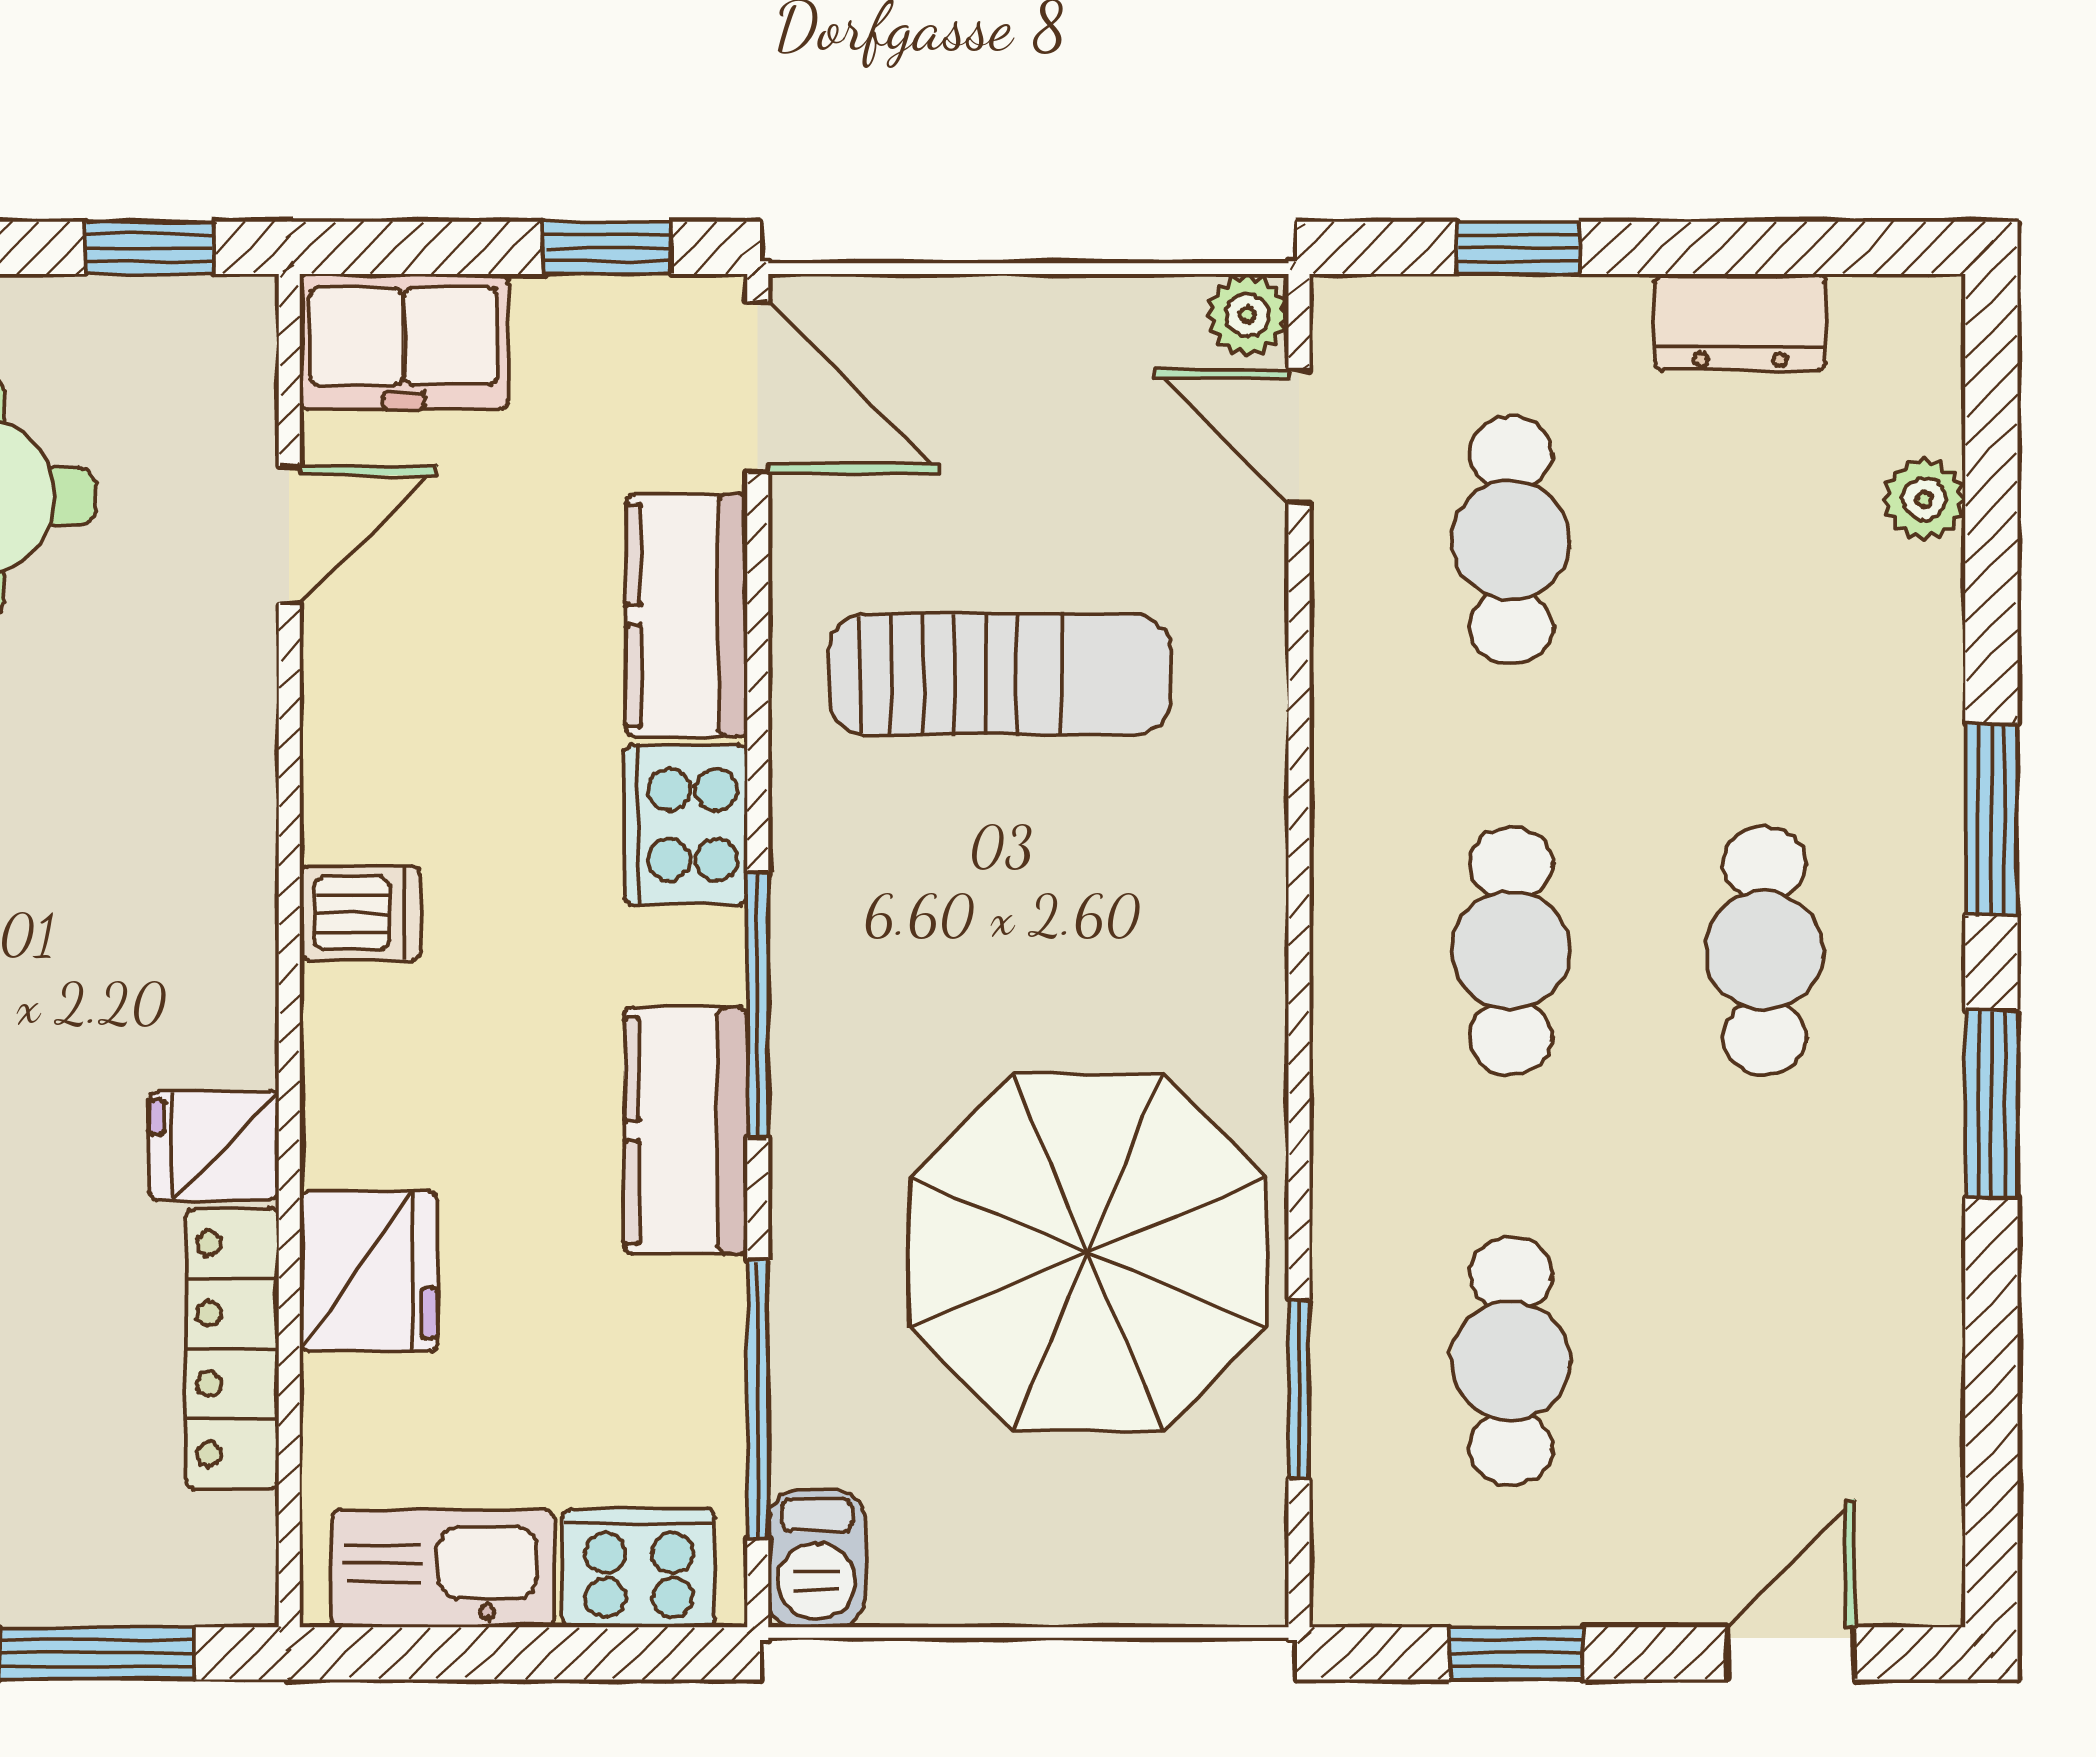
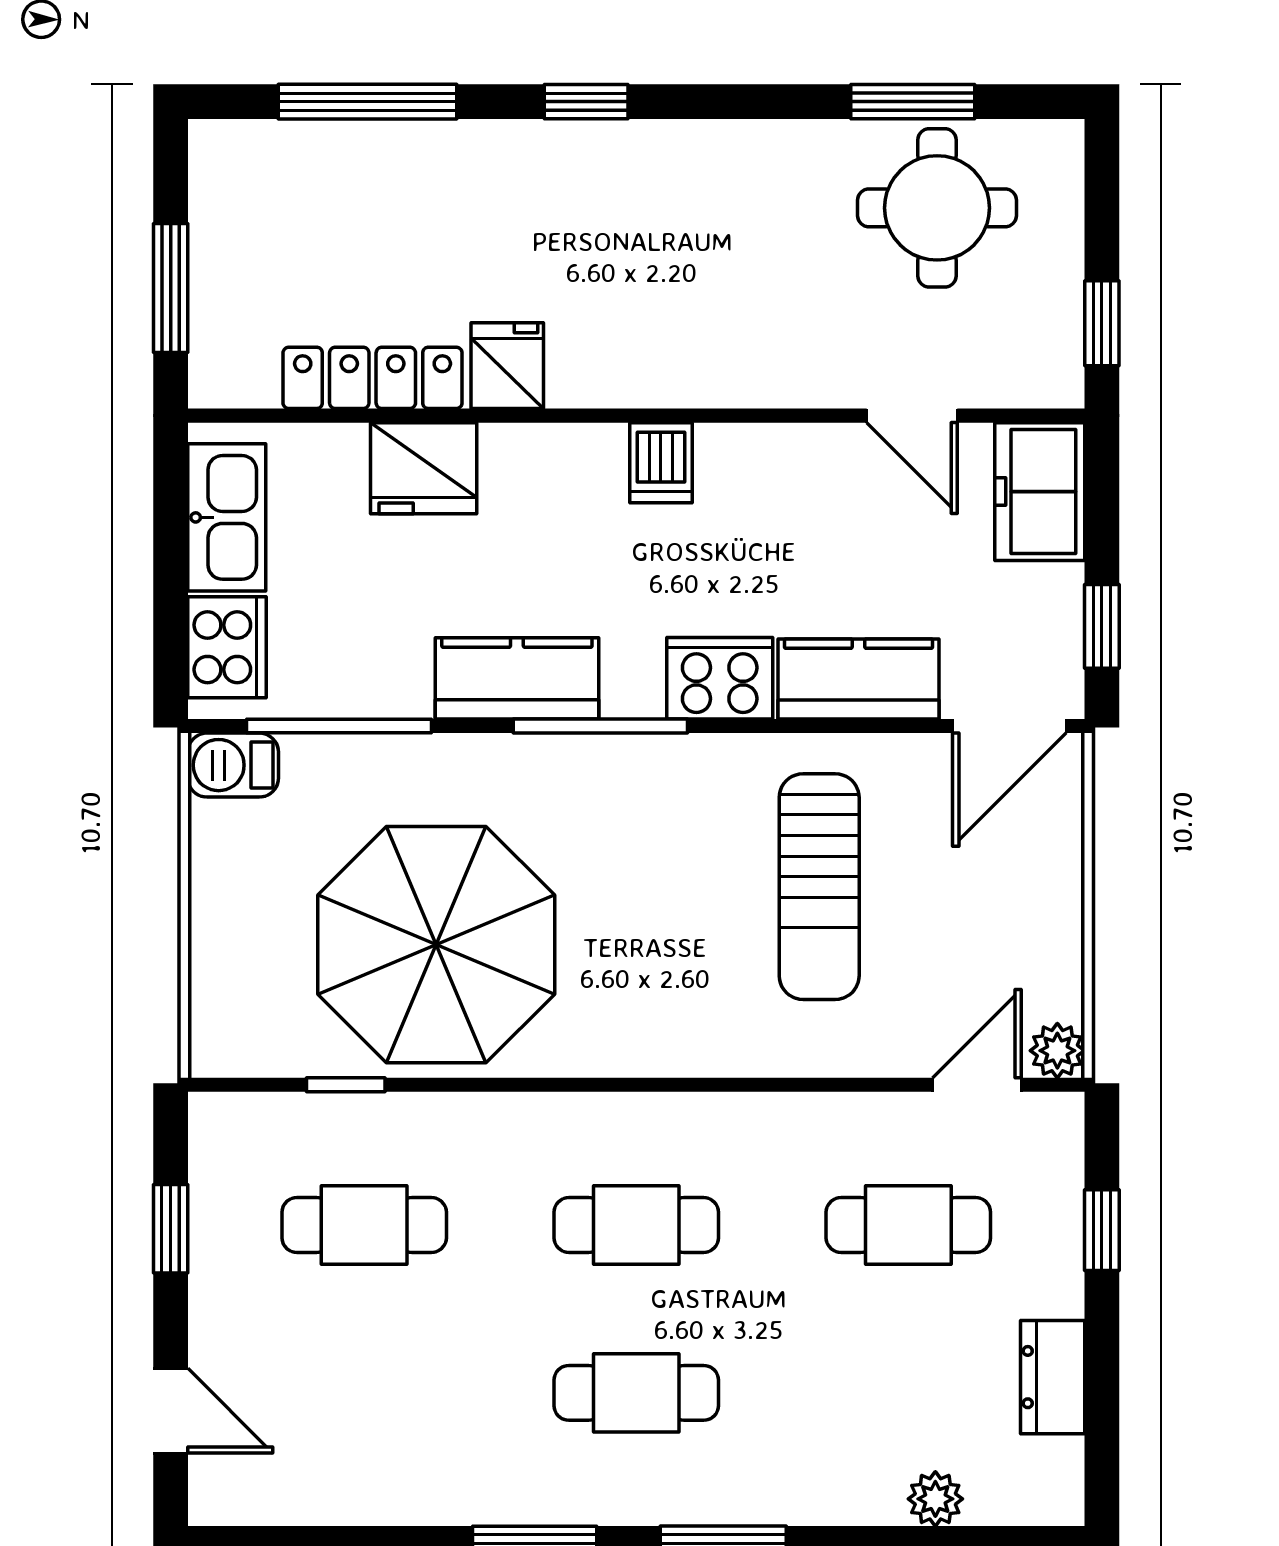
window: (1299, 1389) -> (346, 1085), width x0.67

